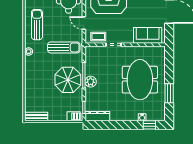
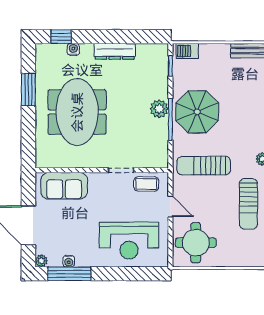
dresser: (97, 116) -> (115, 51), moved

